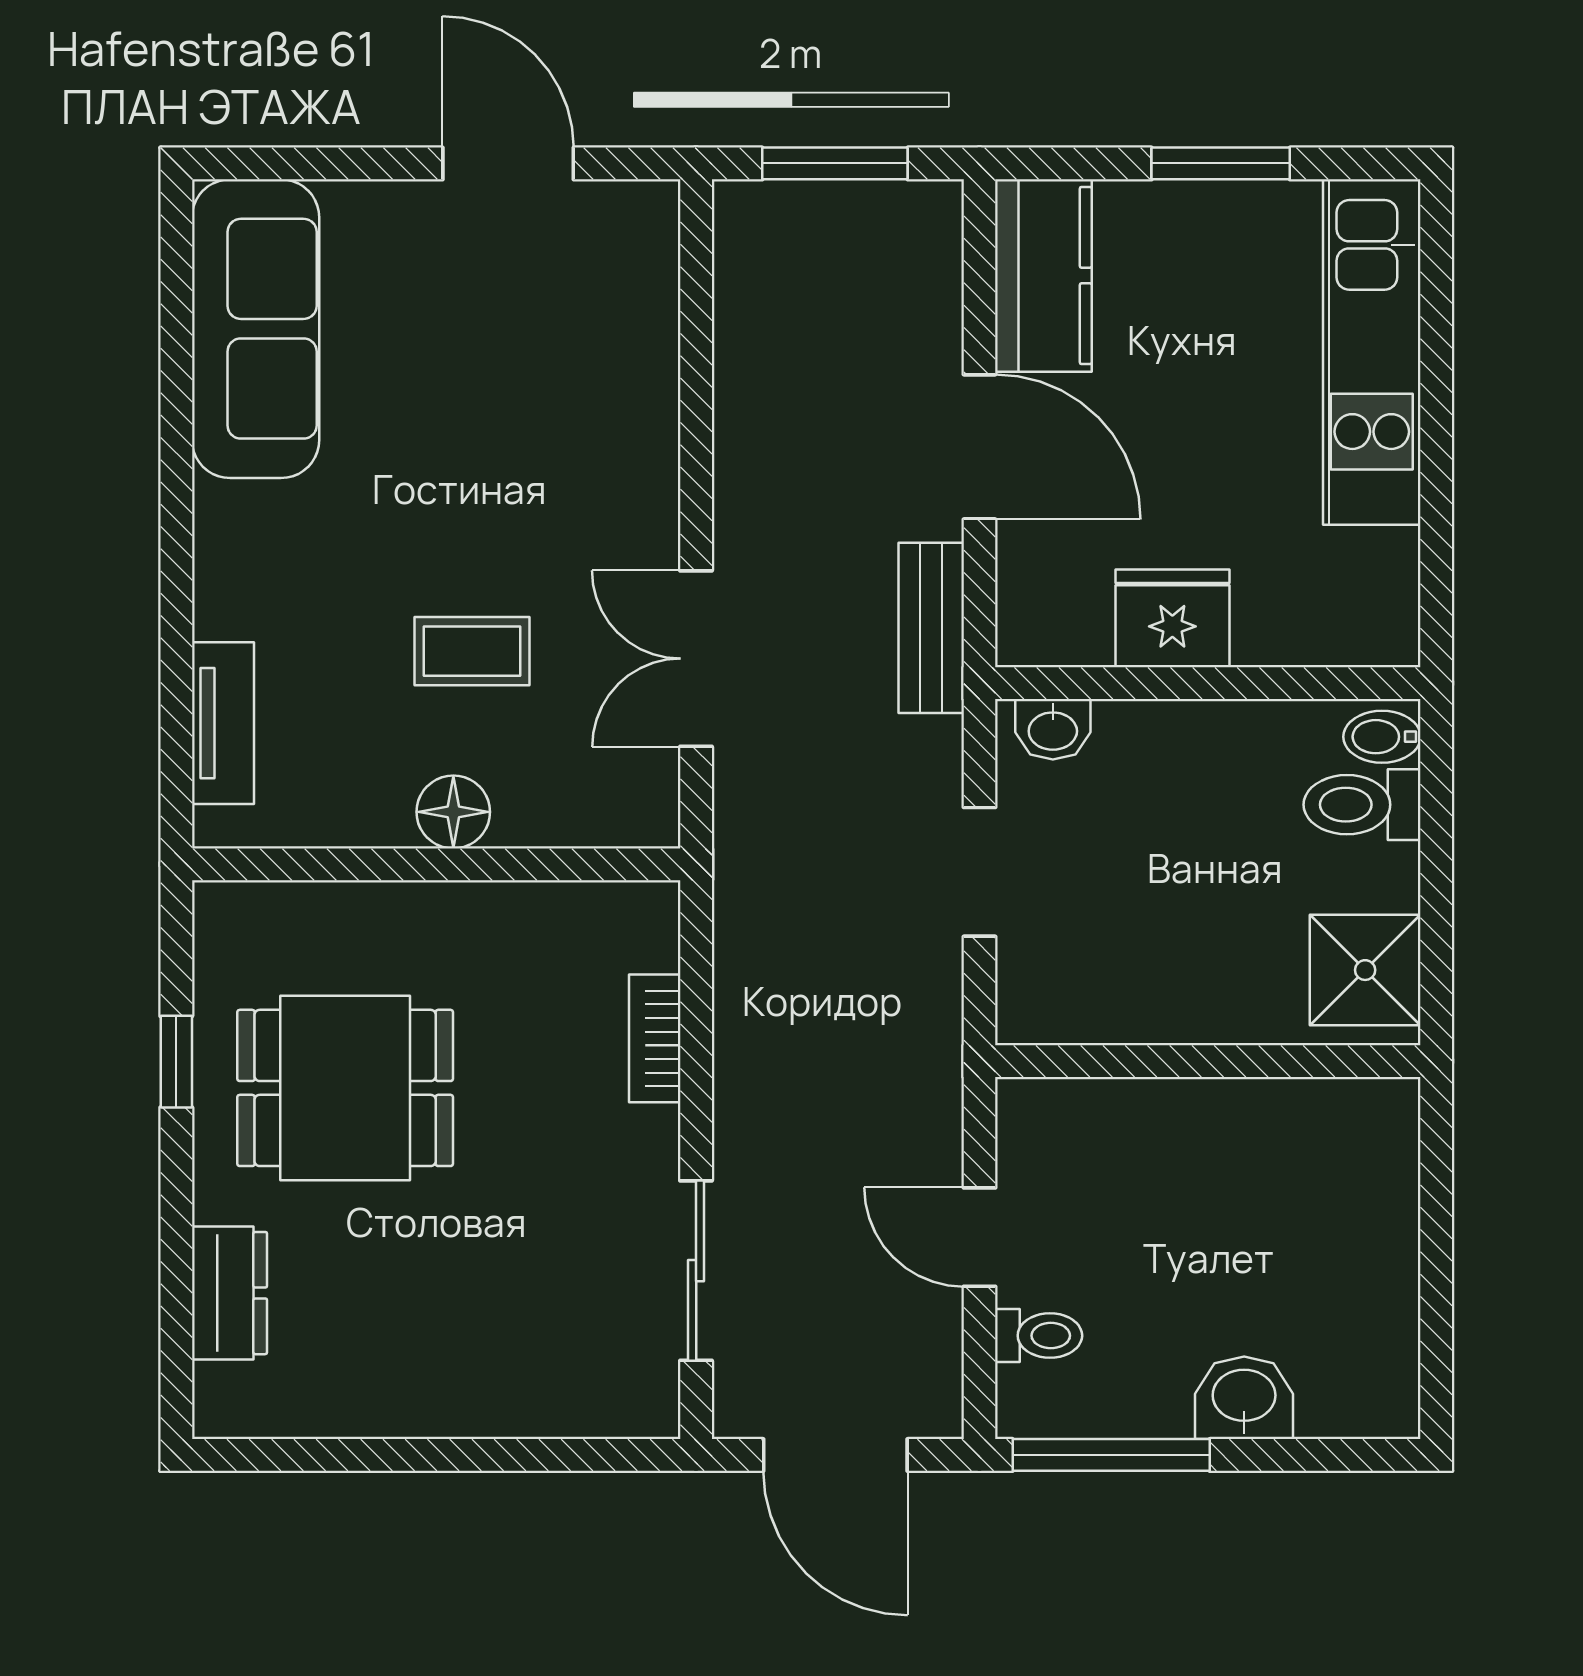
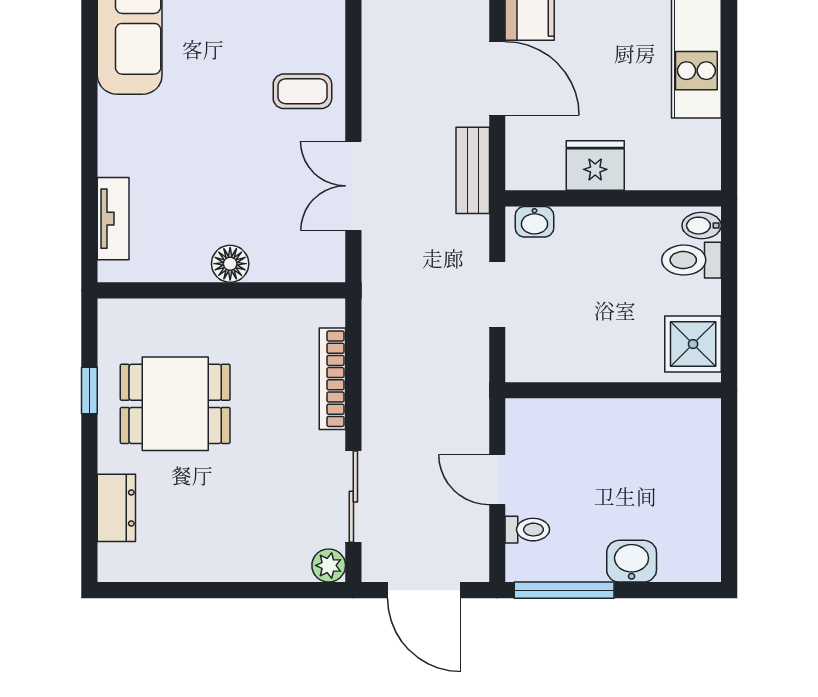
coffee table: (472, 651) -> (302, 91), moved
bookcase: (655, 1038) -> (332, 379), width x1.56
plant: (647, 1406) -> (329, 565), added

